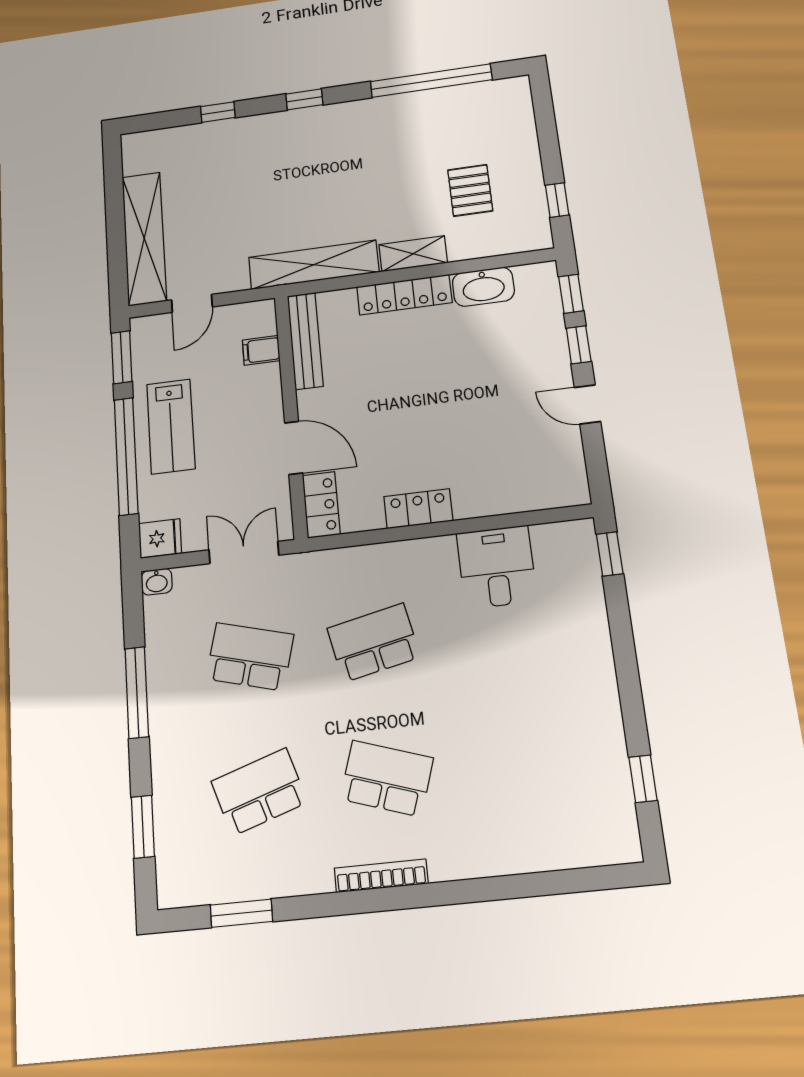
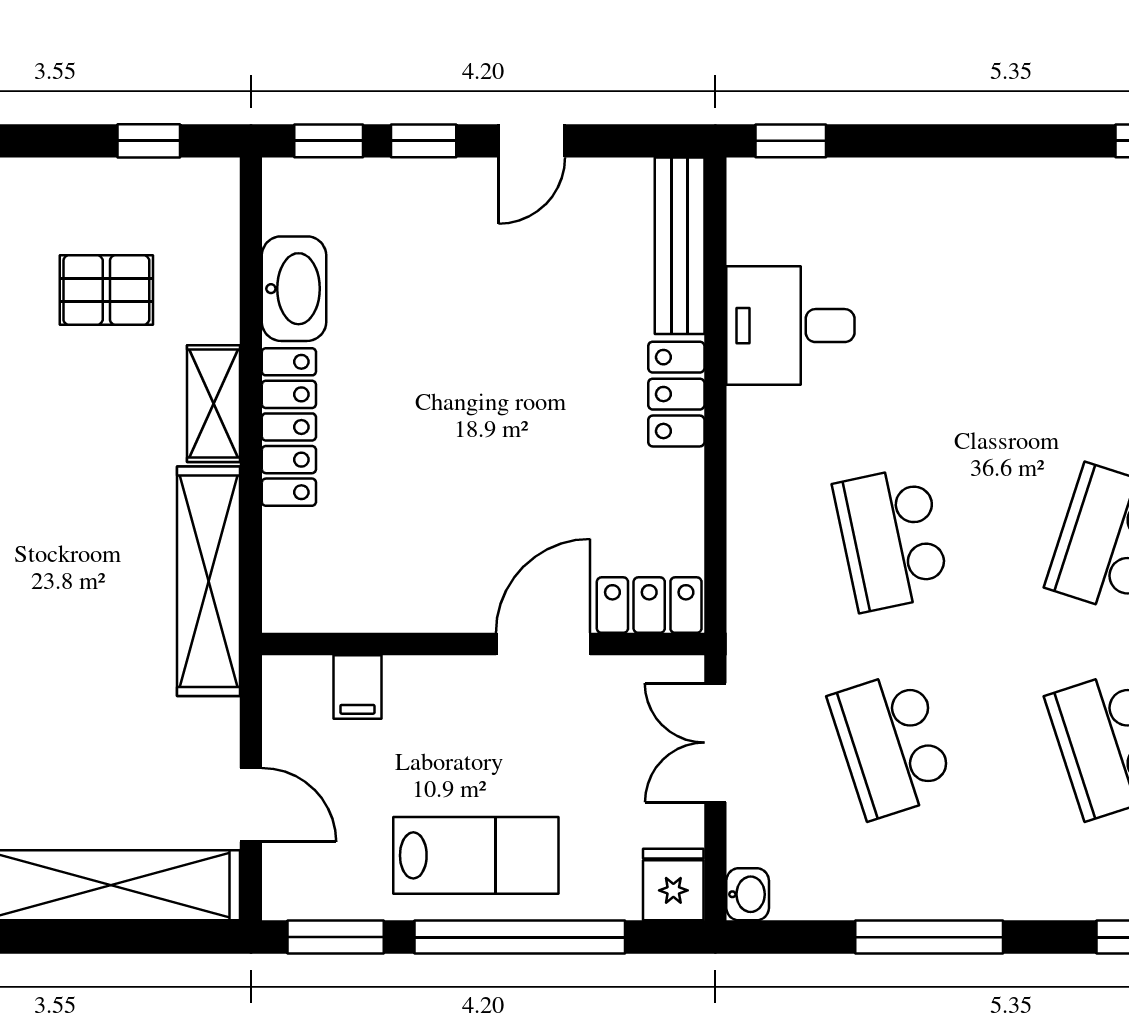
bench: (305, 341) -> (680, 246), moved, turned 90
locker: (418, 509) -> (676, 394), moved
school desk: (250, 657) -> (891, 745), turned -33

